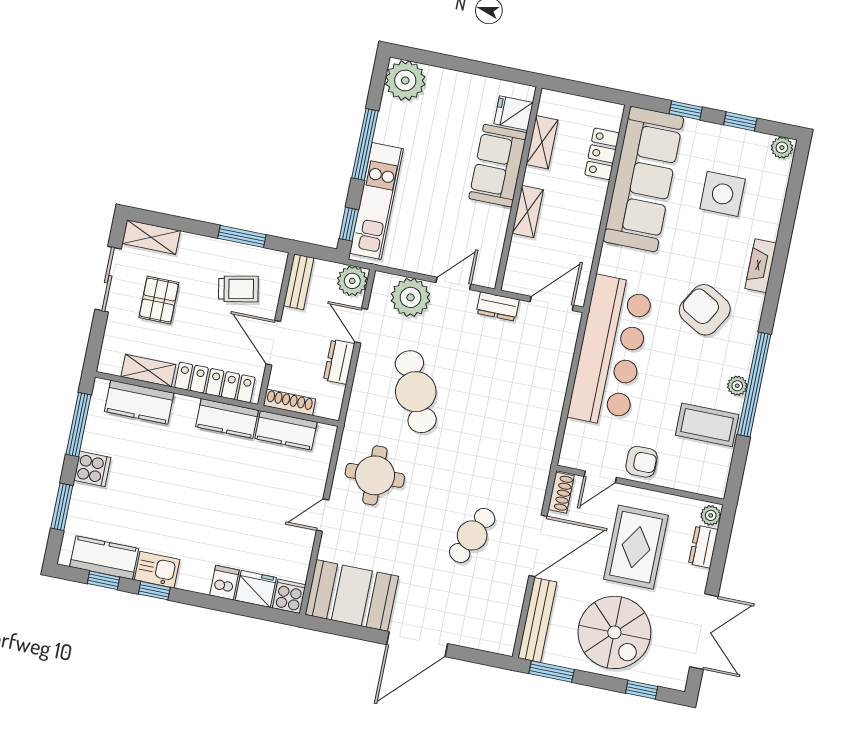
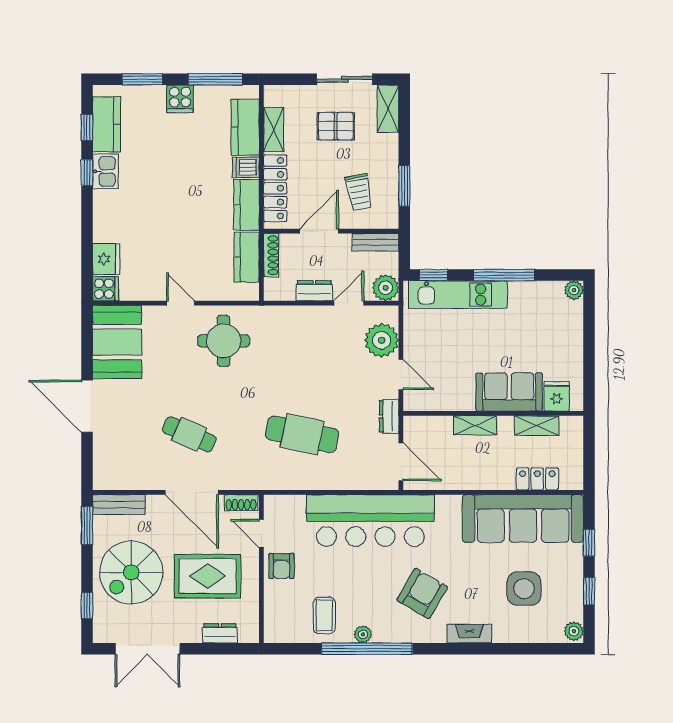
plant: (405, 80) -> (574, 290), width x0.53, depth x0.53
cafe table: (416, 392) -> (302, 434), moved, turned 36
coffee table: (707, 425) -> (324, 615), width x0.73, depth x0.77
plant: (711, 515) -> (248, 634), removed
dishwasher: (224, 583) -> (246, 167), moved, turned 180
bench: (537, 620) -> (119, 505), width x0.73

